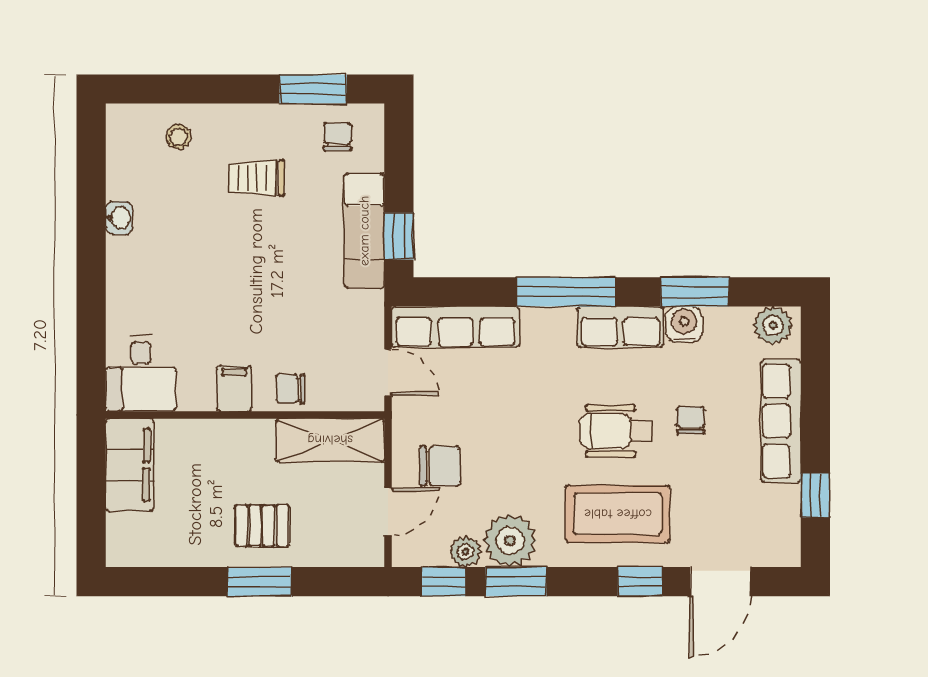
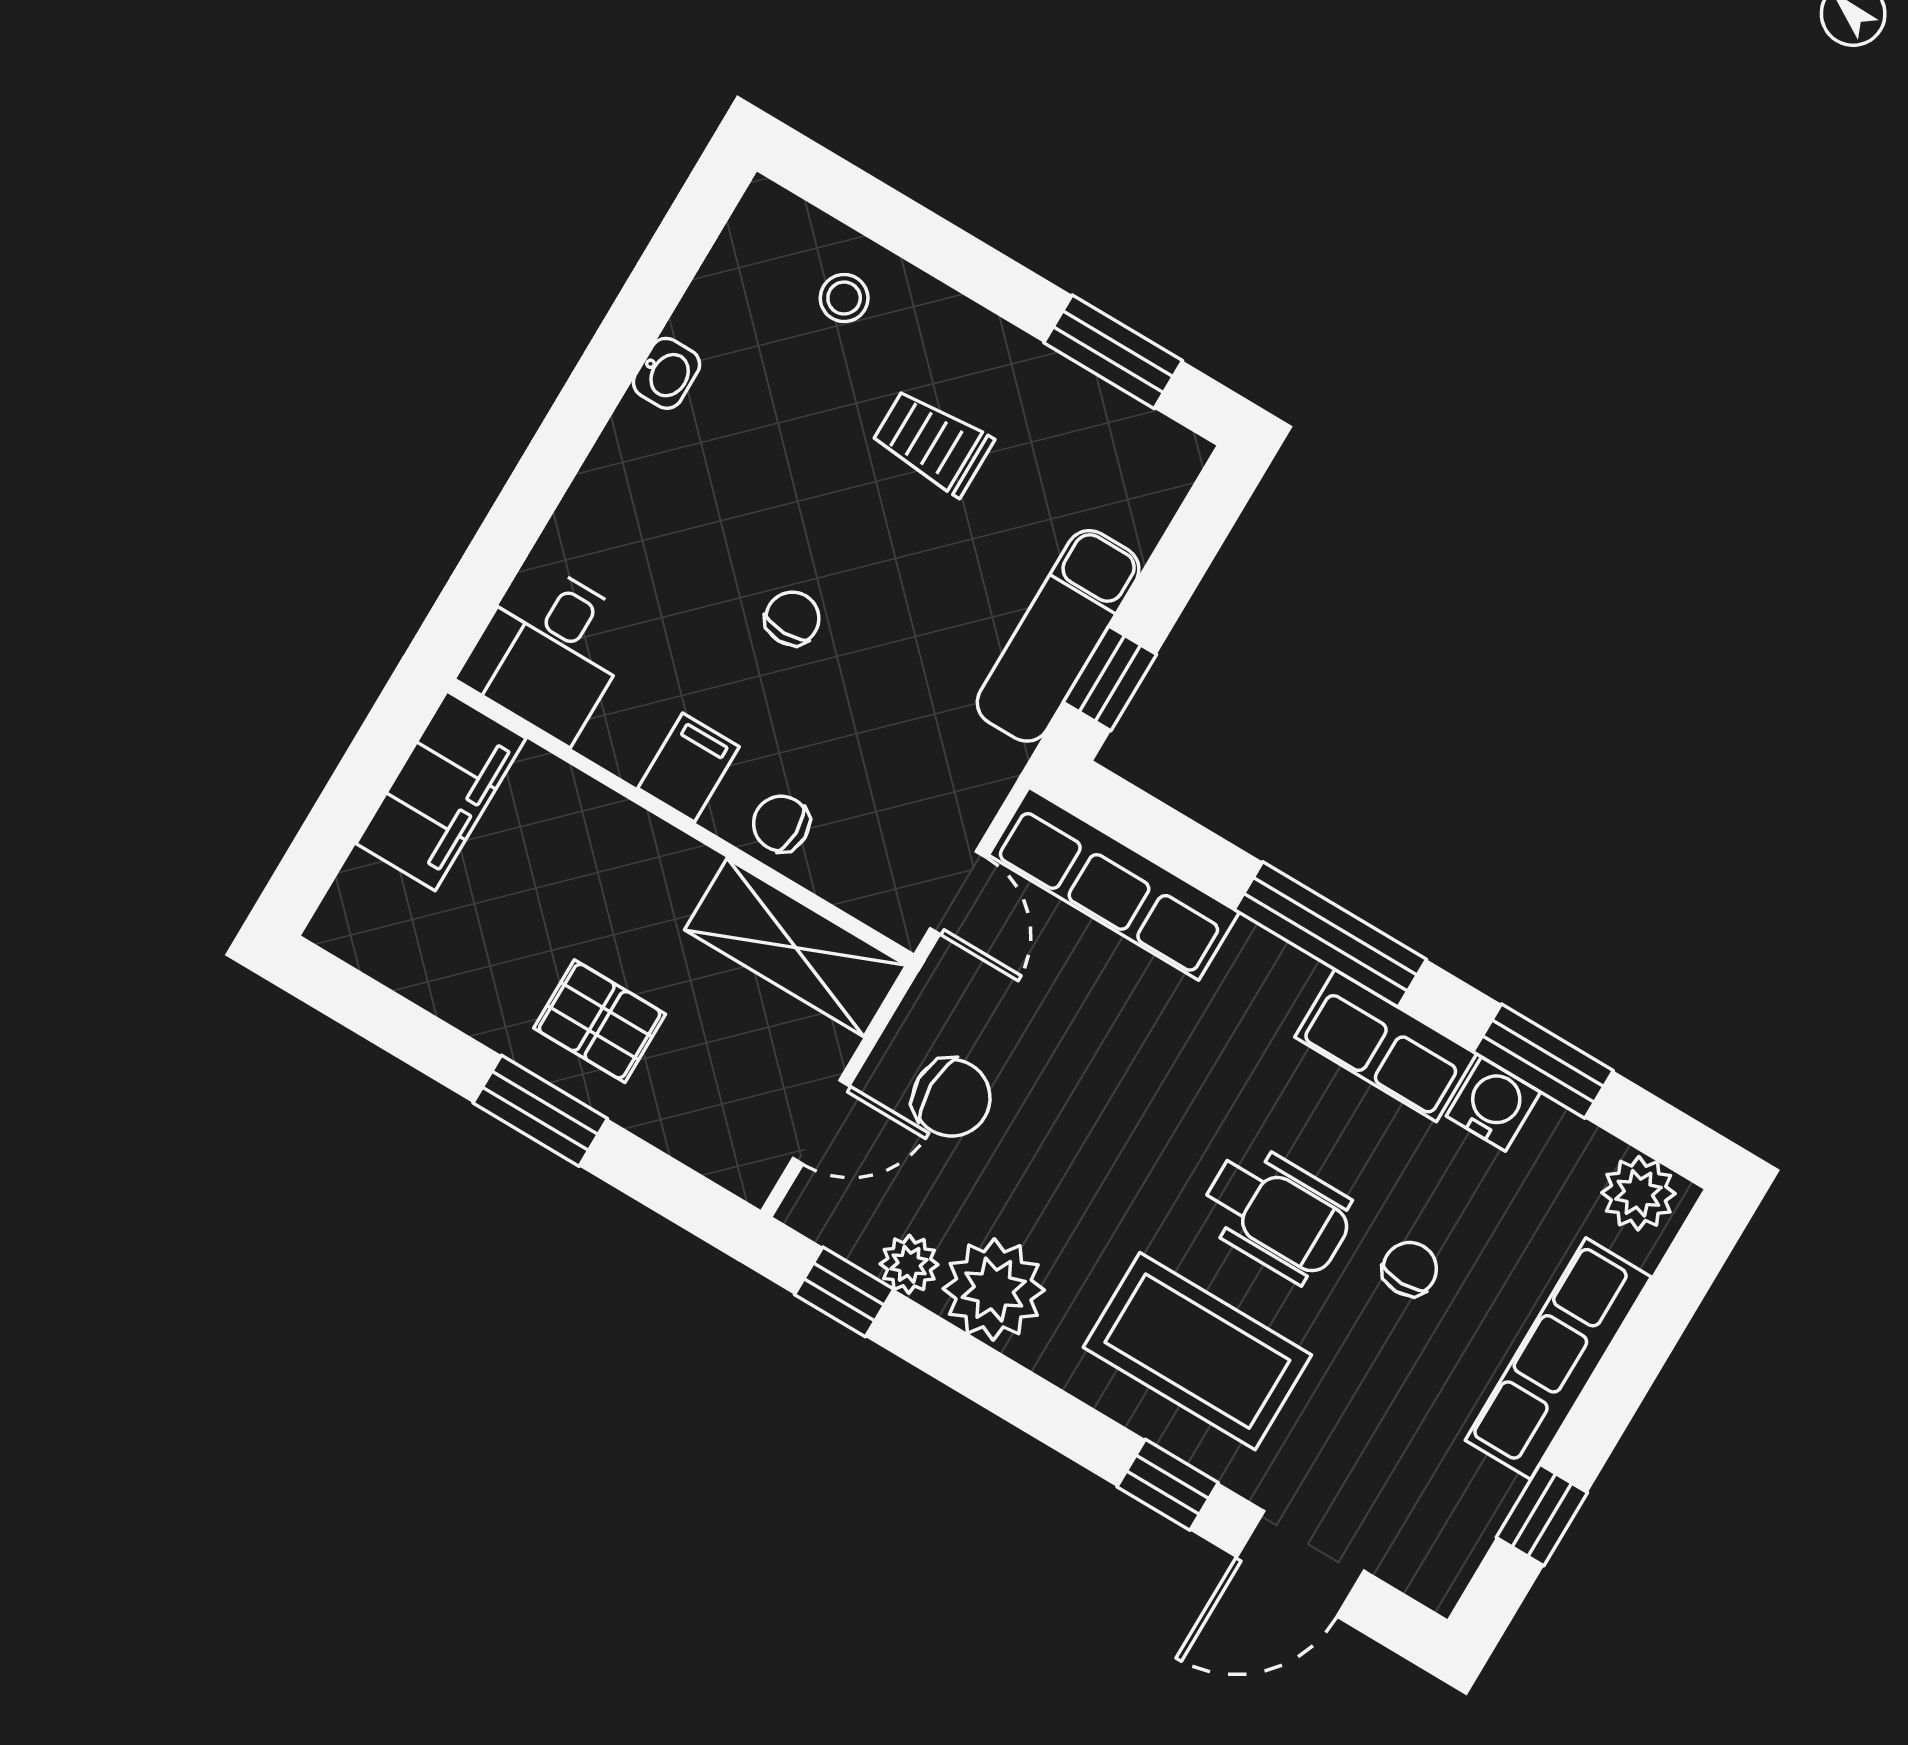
chair: (338, 137) -> (792, 618), moved
wheelchair: (616, 431) -> (1277, 1213), turned 180
window: (516, 582) -> (963, 1363), removed

